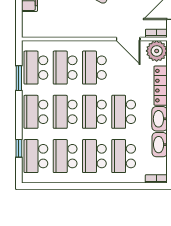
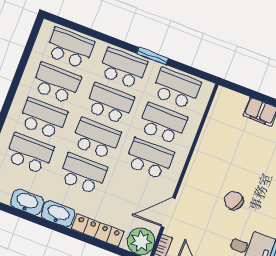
window: (19, 78) -> (152, 56), moved
window: (19, 148) -> (87, 31), removed

